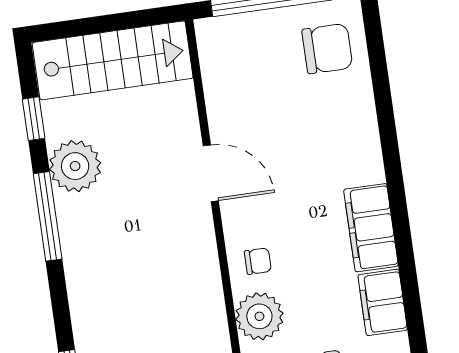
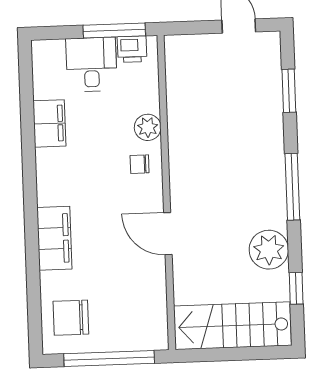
window: (48, 216) -> (292, 187), moved
filing cabinet: (371, 228) -> (54, 238), moved
plant: (259, 316) -> (148, 127), width x0.73, depth x0.73

